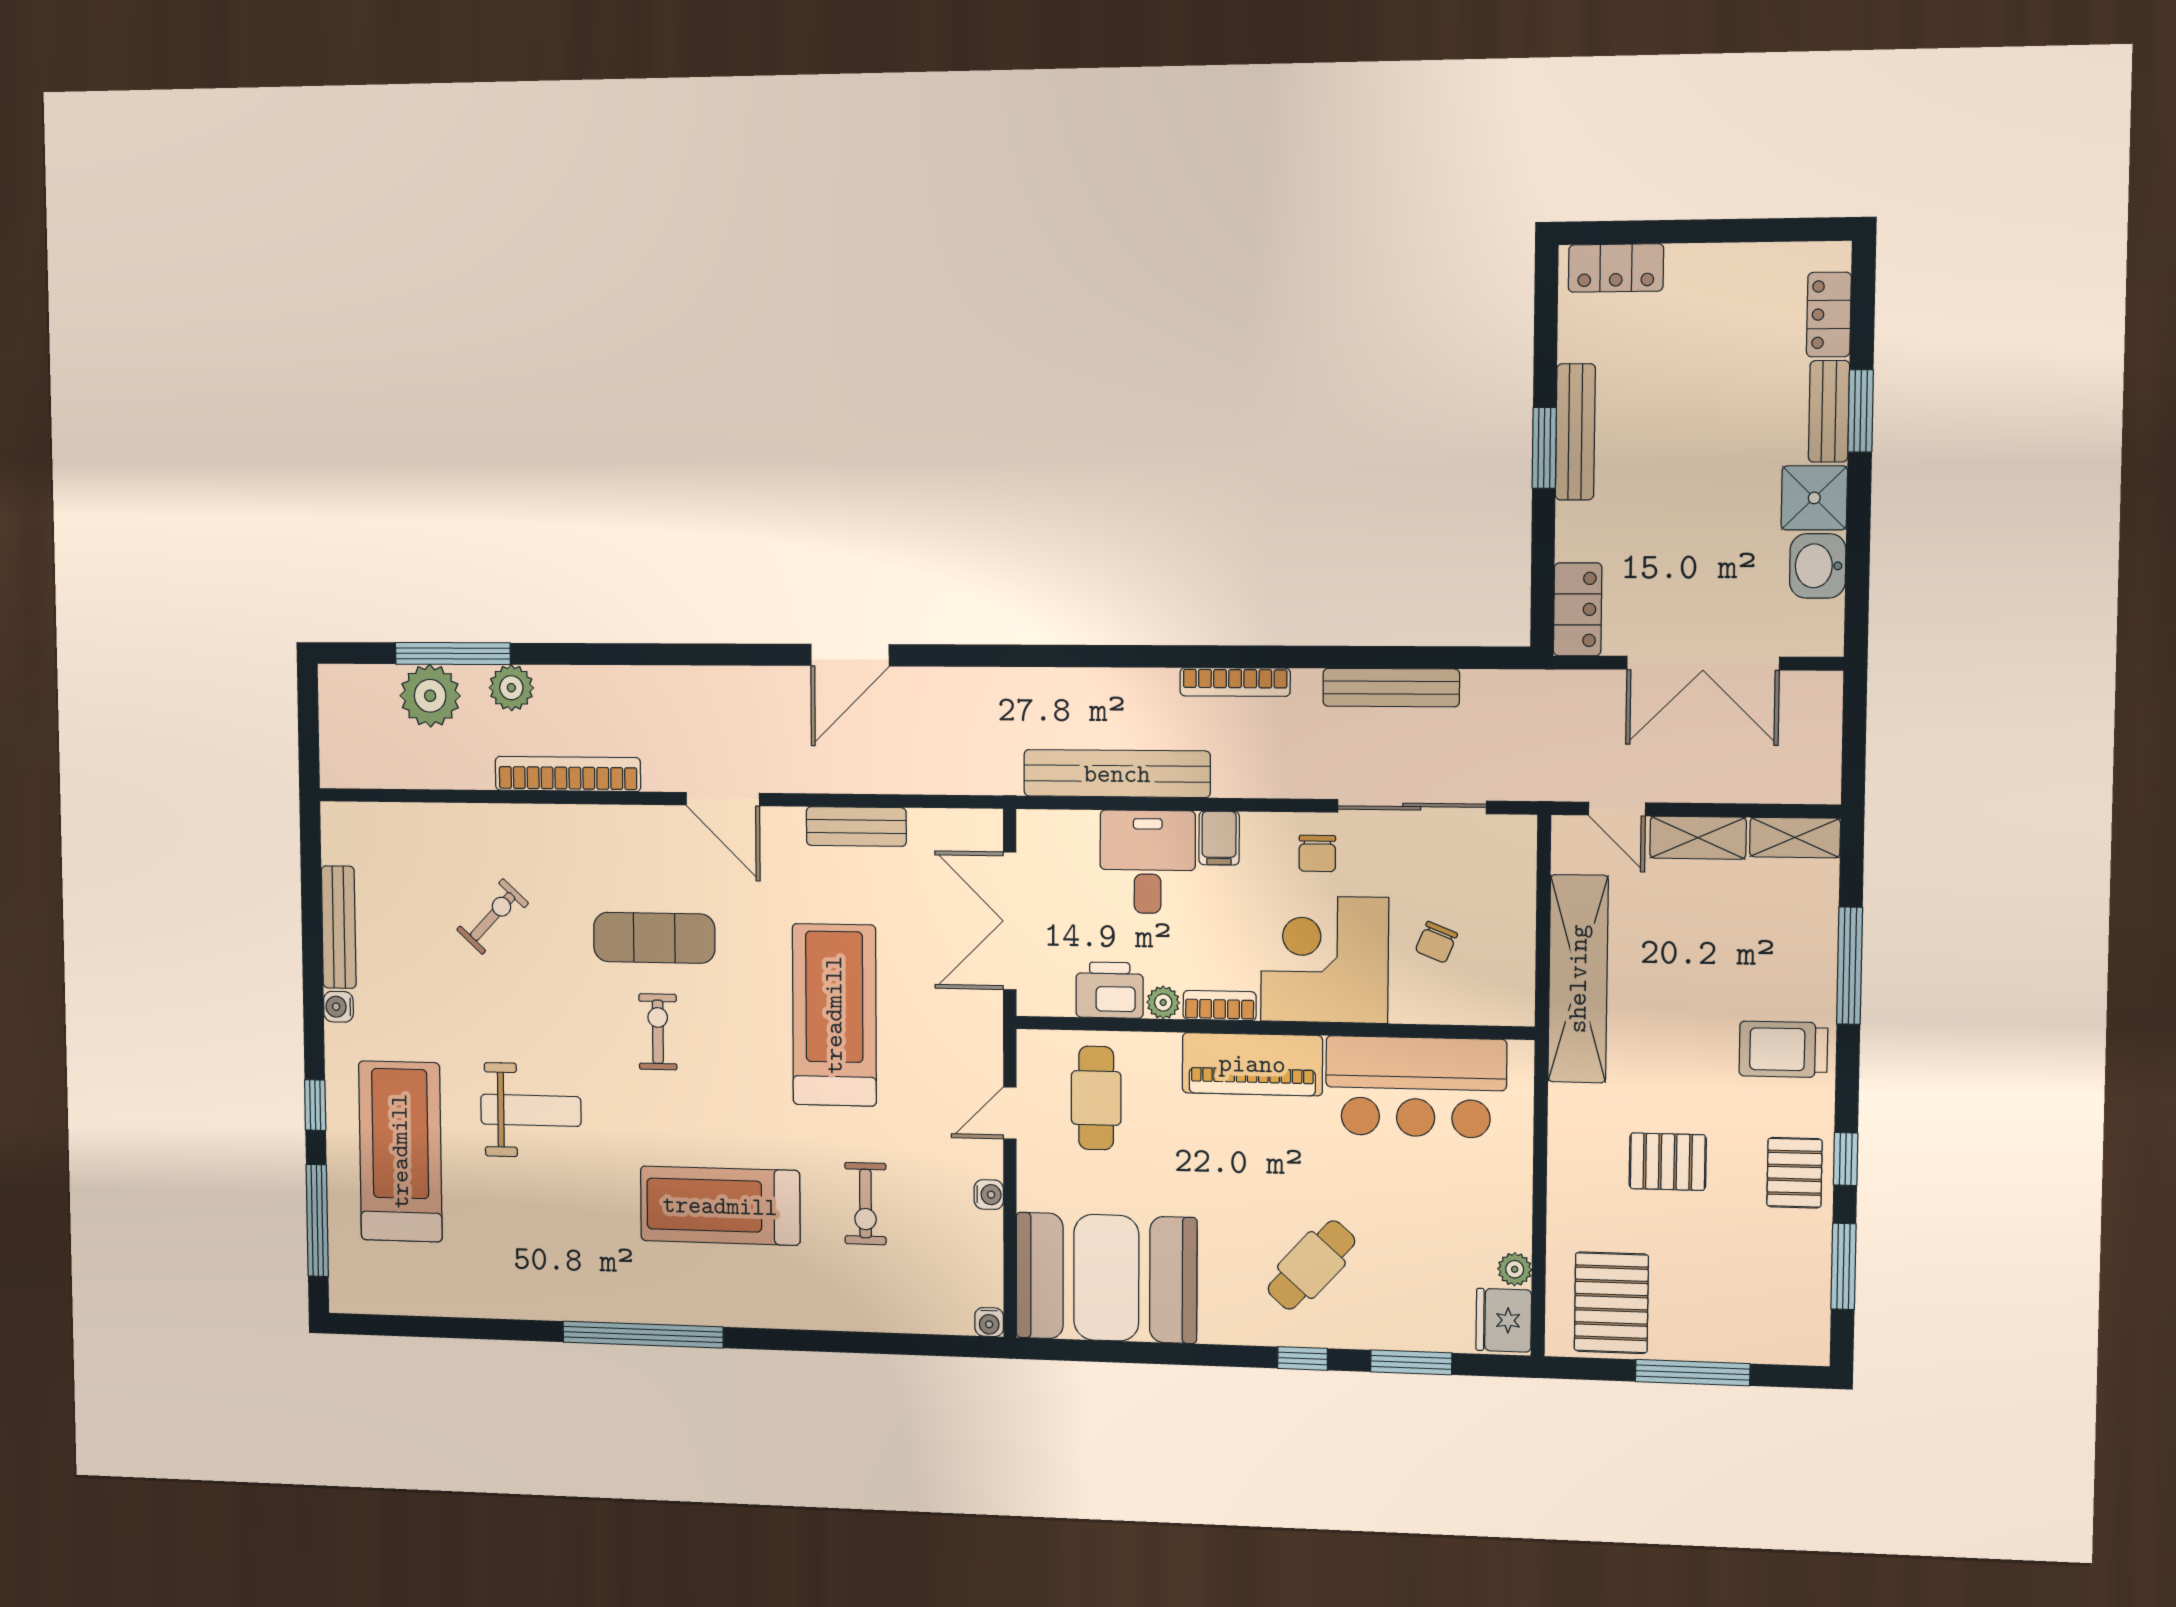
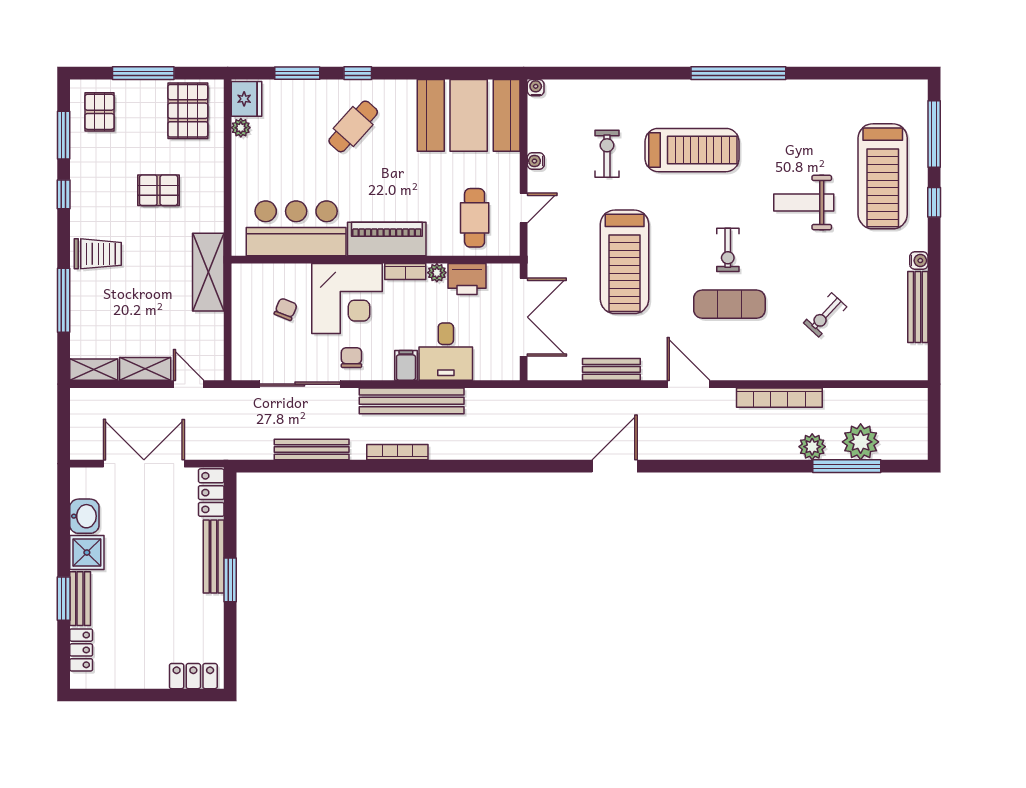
bench: (1575, 432) -> (214, 556), moved
bench: (1117, 774) -> (412, 401), moved
shelving: (1578, 979) -> (208, 272), width x0.68
pallet: (1795, 1173) -> (99, 112), moved

